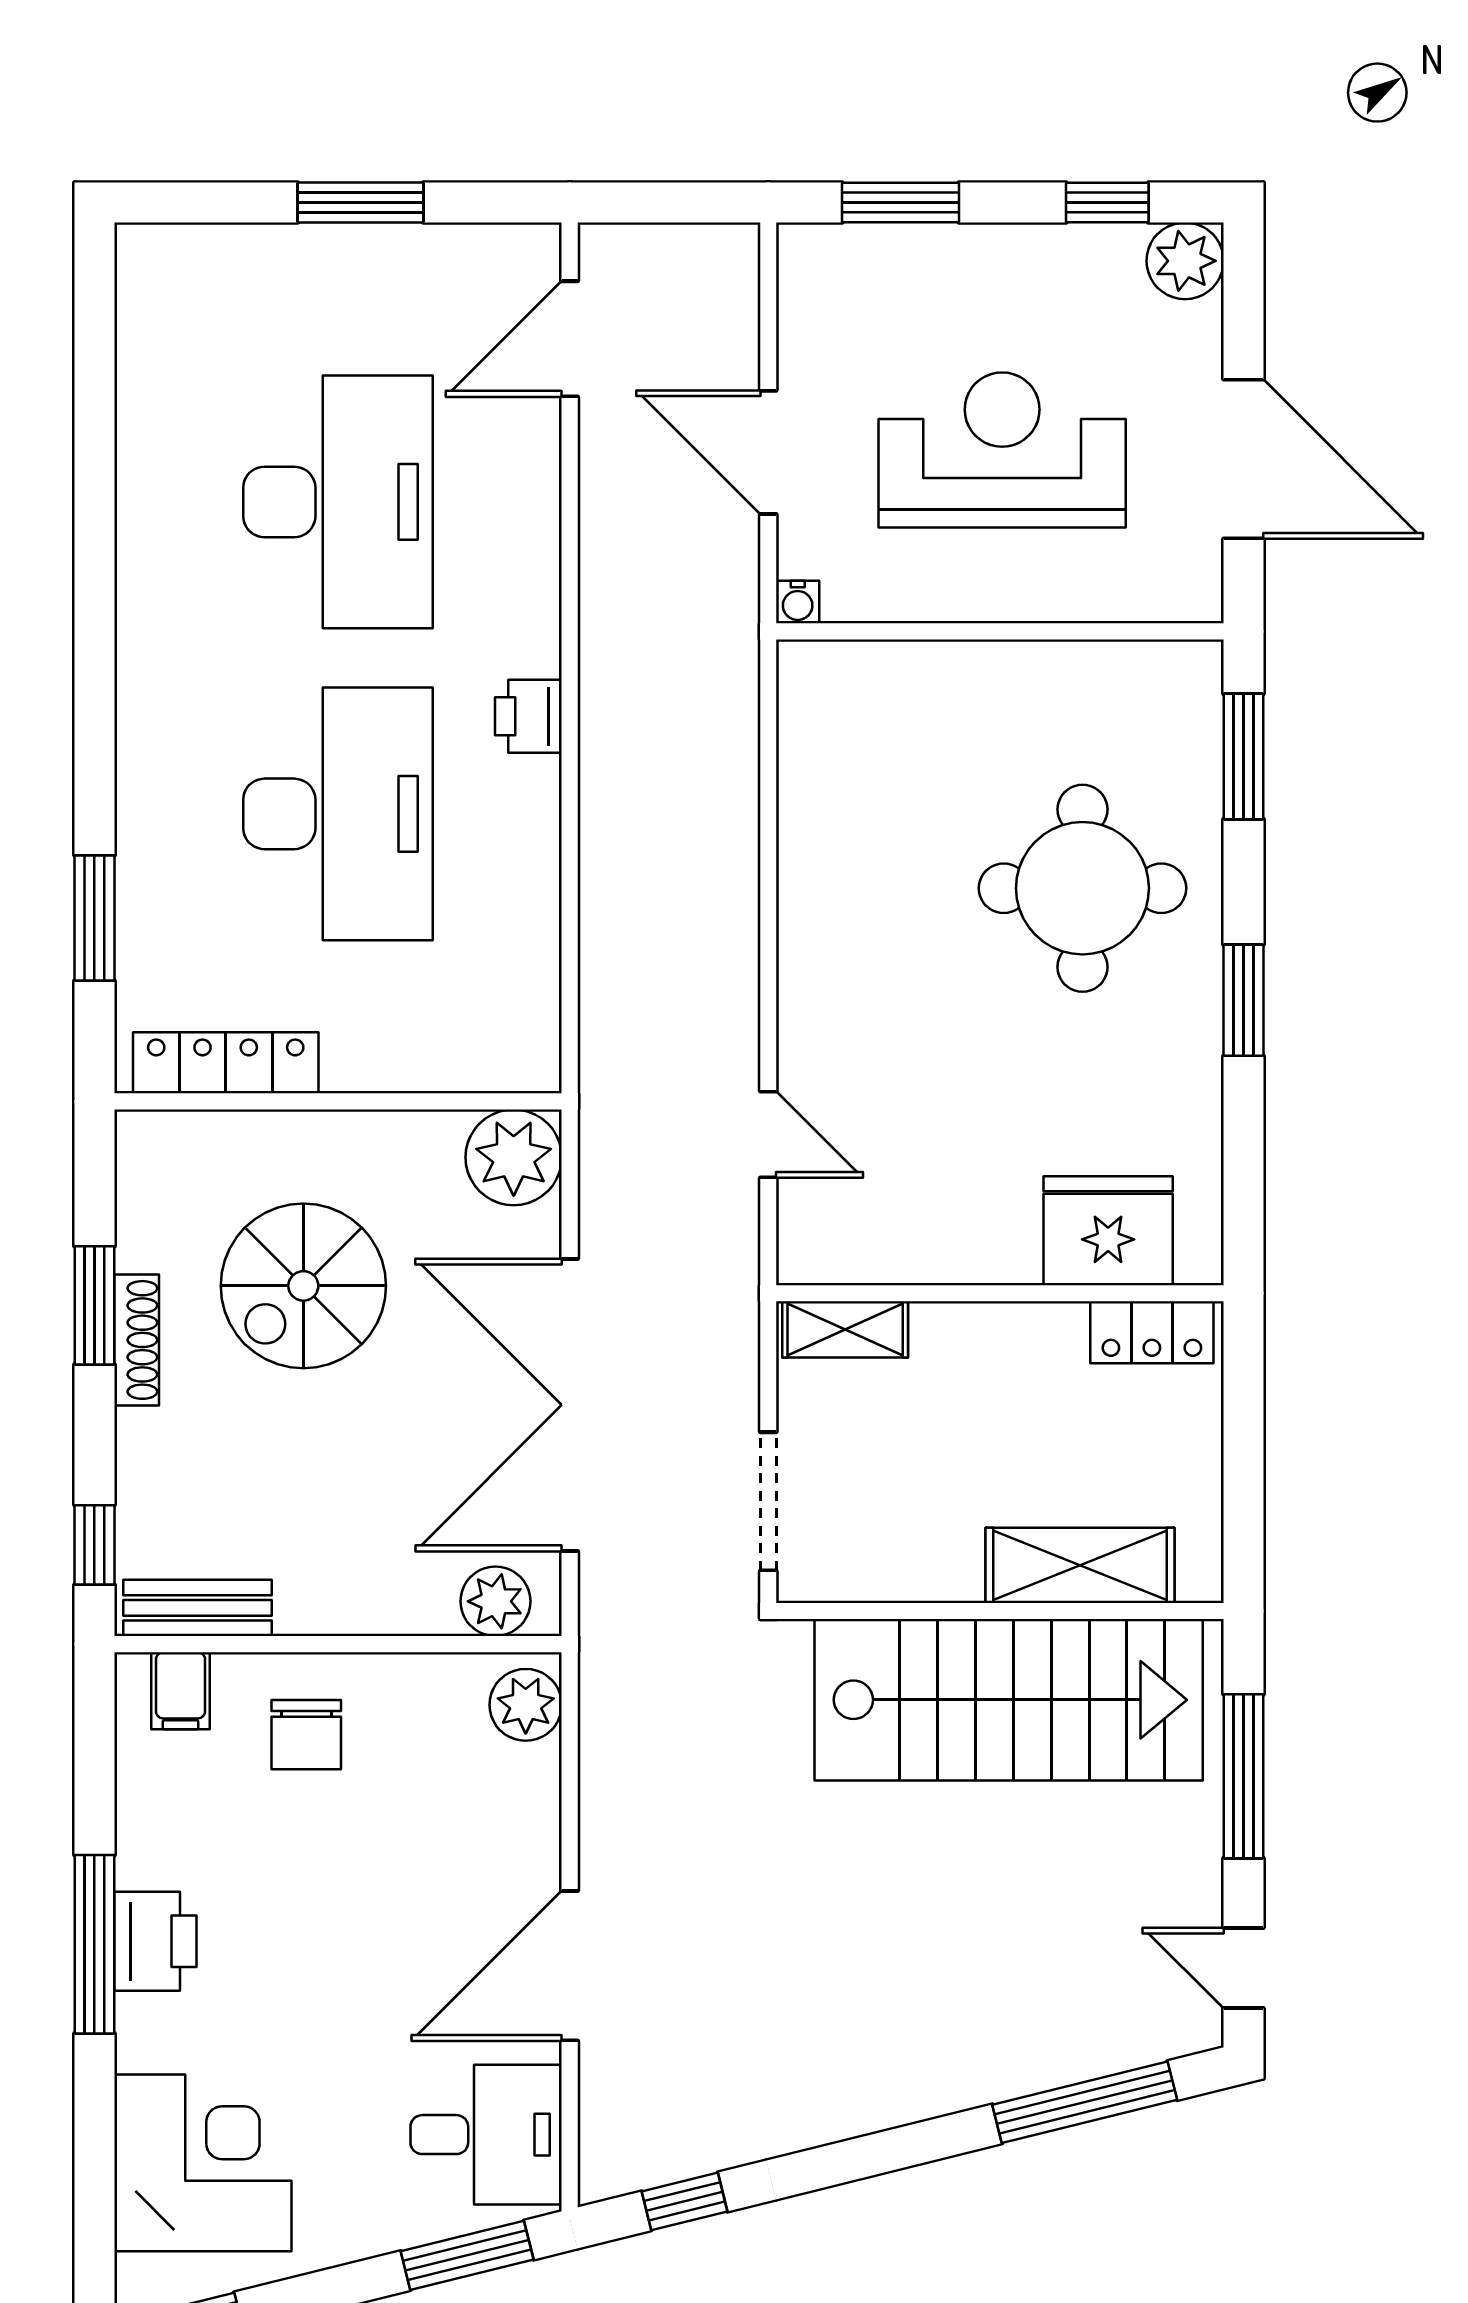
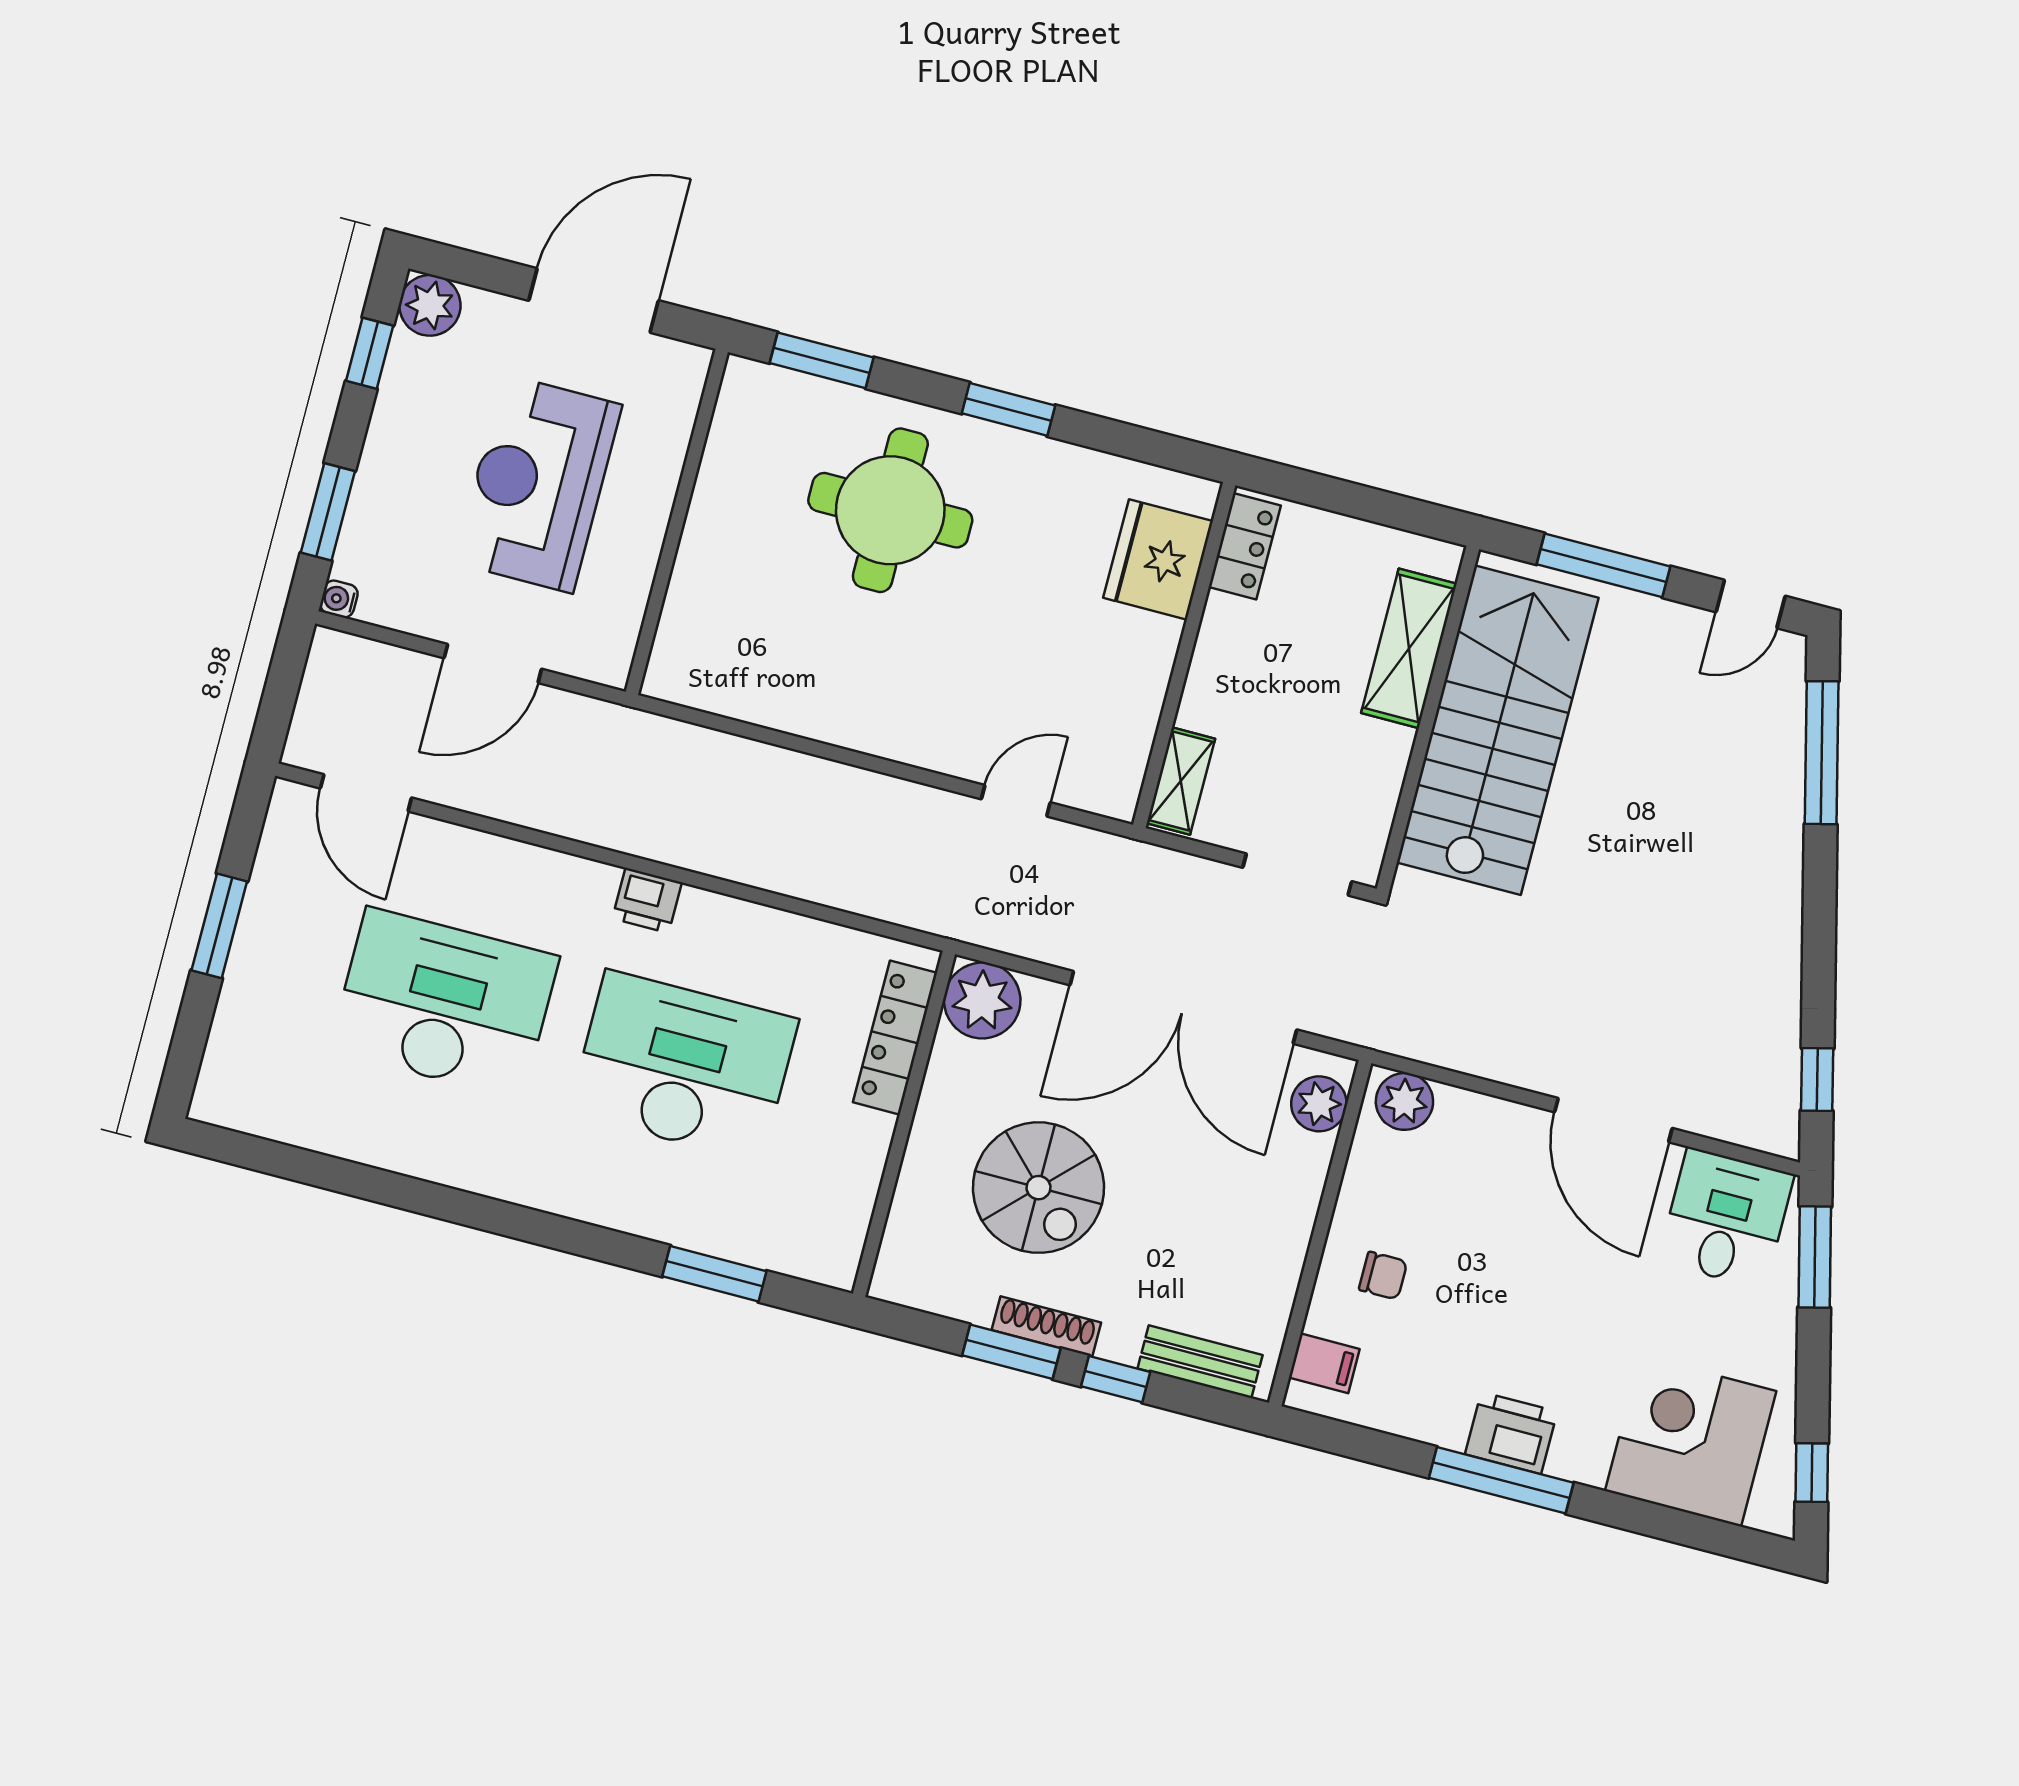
water cooler: (798, 602) -> (339, 599), moved, turned 180
locker: (226, 1063) -> (895, 1038), moved
window: (94, 1545) -> (1116, 1379), moved
bench: (197, 1608) -> (1200, 1362), moved, turned 90
chair: (306, 1735) -> (1383, 1276), width x0.73, depth x0.73

